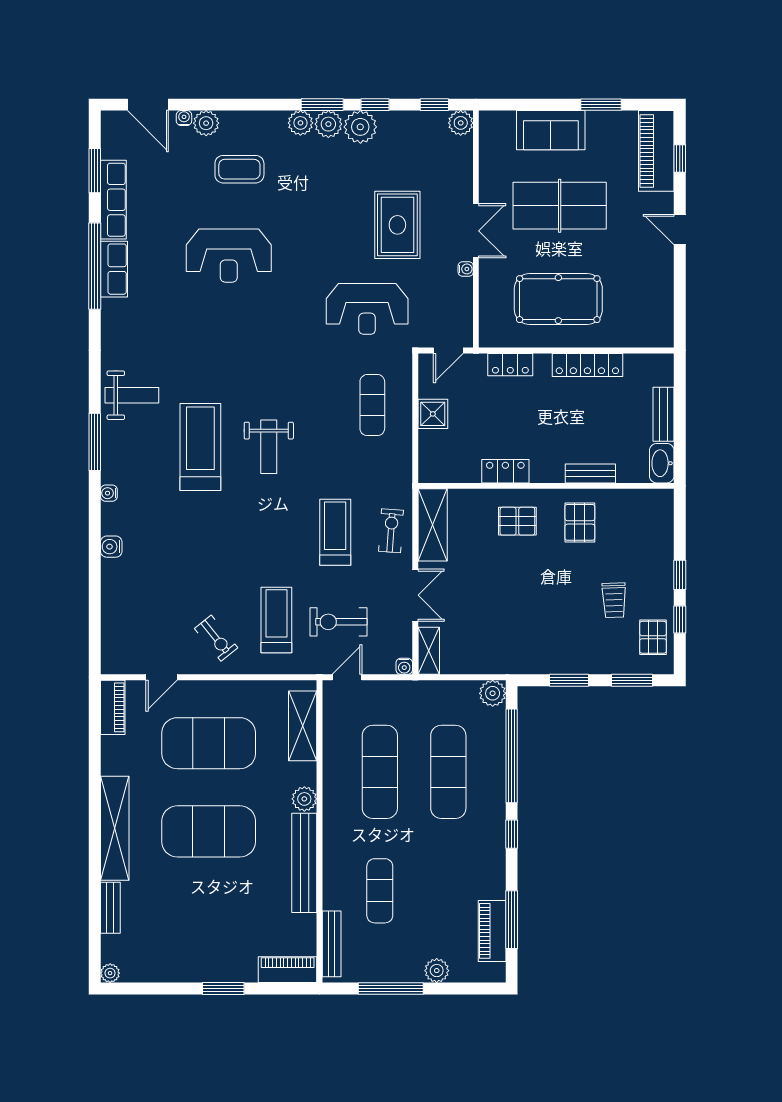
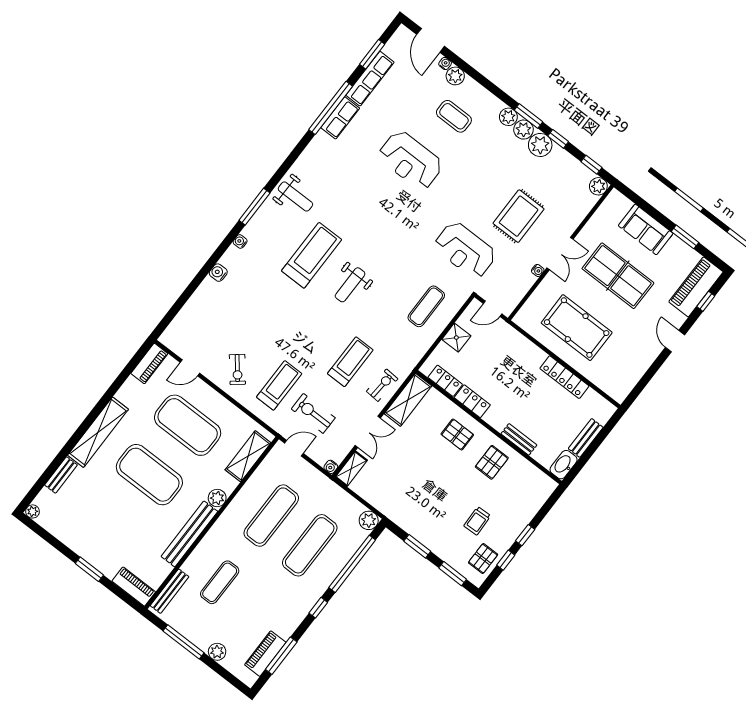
locker: (510, 365) -> (445, 381), moved, turned 180

